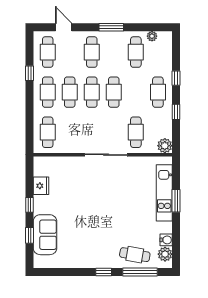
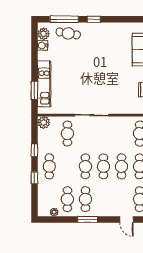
cafe table: (92, 52) -> (85, 199), moved
window: (176, 201) -> (34, 90), moved

